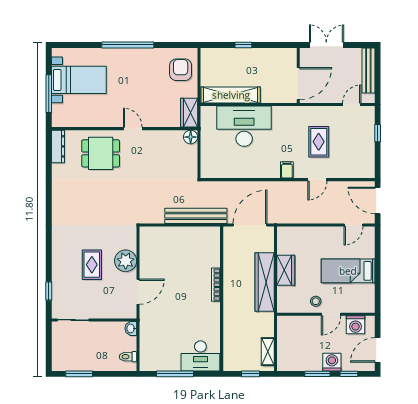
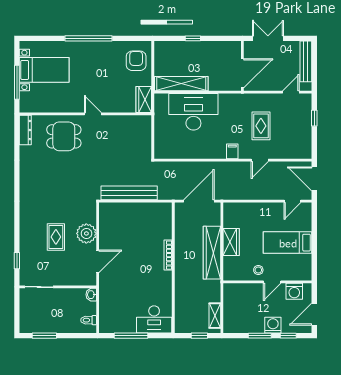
floor lamp: (191, 137) -> (145, 122), removed
bench: (196, 216) -> (129, 193), moved

